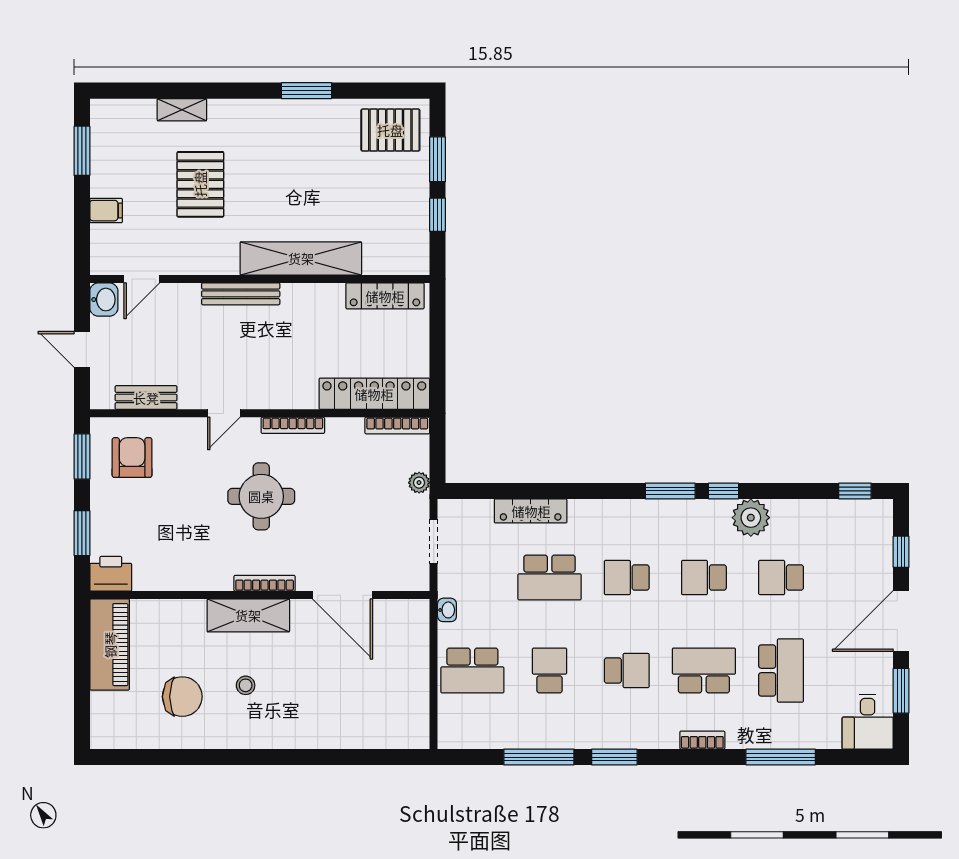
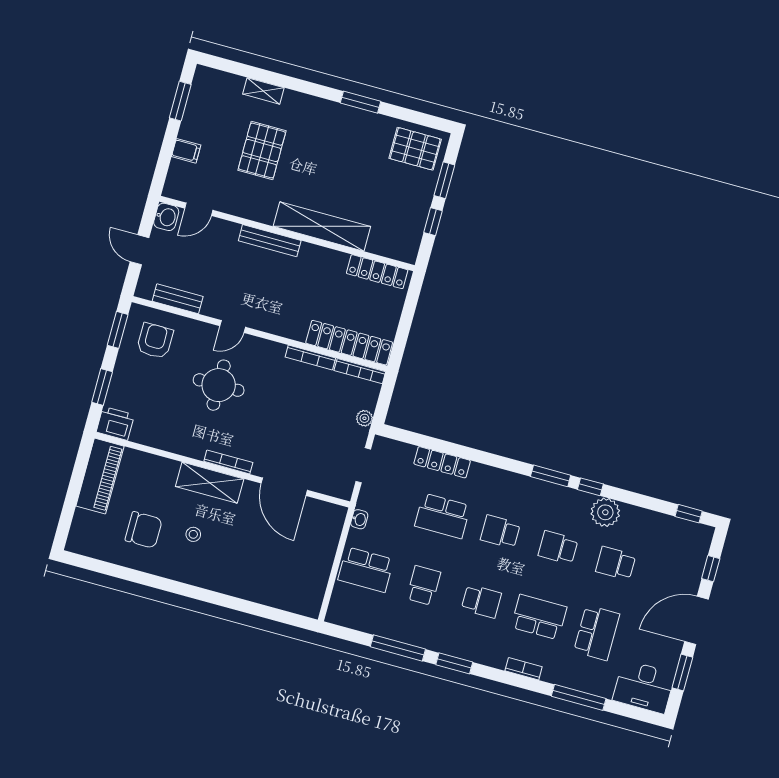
bookcase: (293, 425) -> (310, 357), moved
round table: (261, 496) -> (219, 385), moved
desk: (868, 722) -> (644, 687), width x1.37

